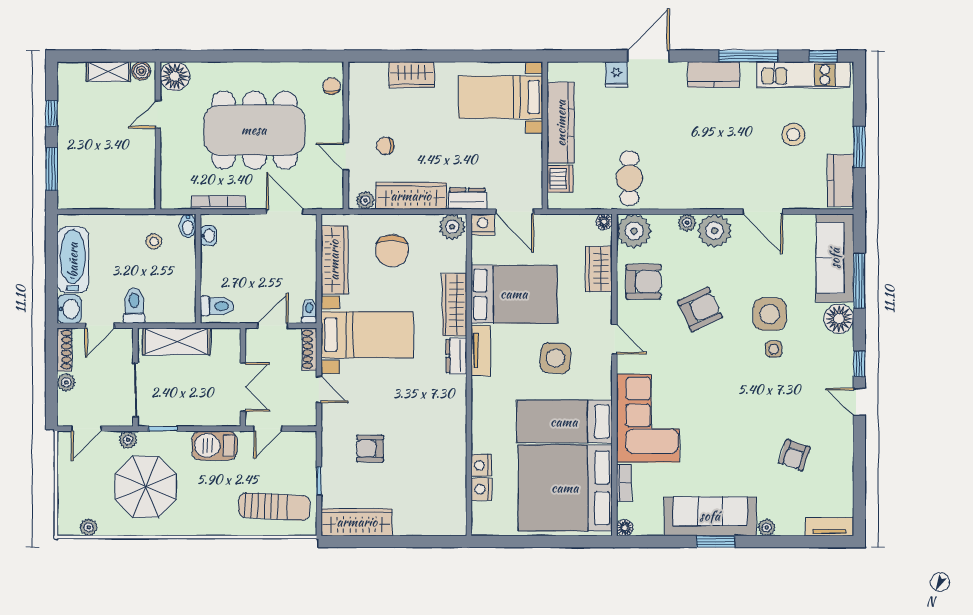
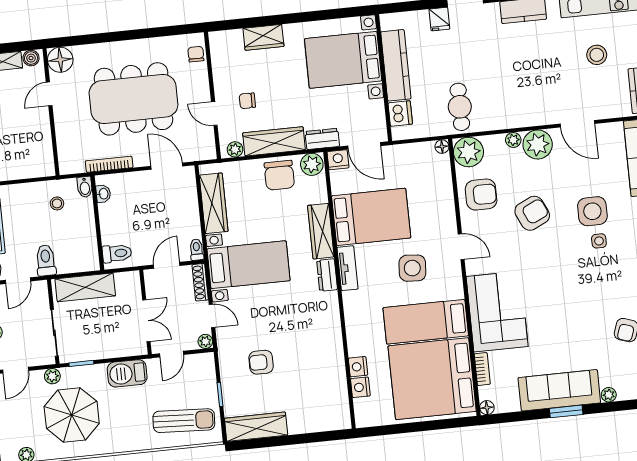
bed with nightstands: (501, 97) -> (343, 60), width x1.36
chair: (392, 251) -> (279, 175), moved
wardrobe: (599, 269) -> (442, 188), removed
plant: (308, 418) -> (205, 341), added

